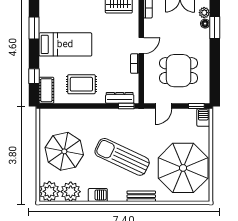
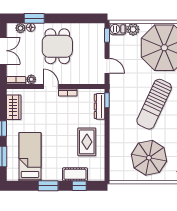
plant: (149, 24) -> (31, 79), added
window: (34, 28) -> (48, 186), moved
bed: (65, 44) -> (30, 157), moved
dining table: (179, 71) -> (57, 46), moved
cot: (46, 90) -> (75, 174), moved
plant: (203, 134) -> (133, 29), added

